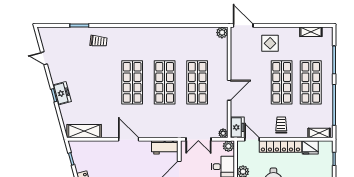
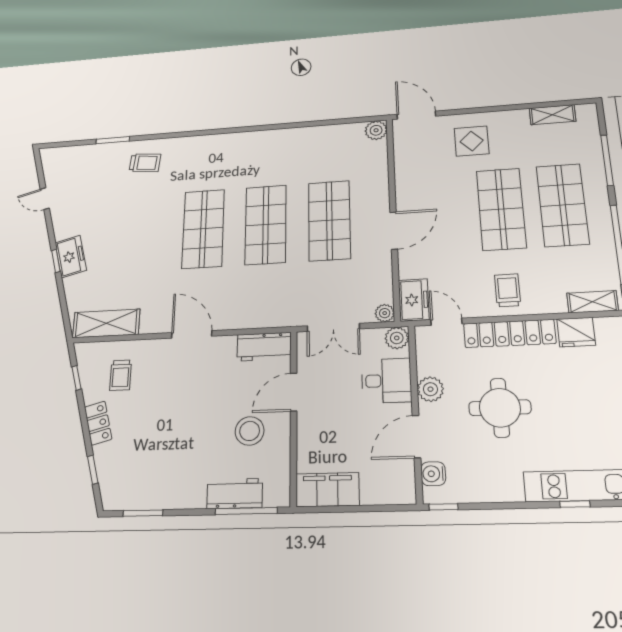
trolley: (94, 158) -> (121, 375), added

